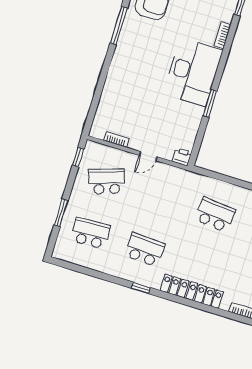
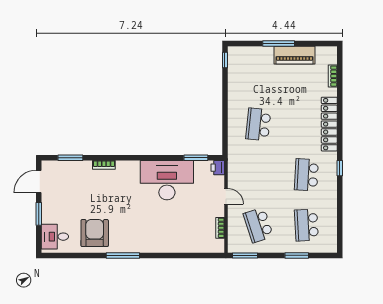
desk: (193, 72) -> (167, 180), moved
window: (210, 103) -> (196, 158), moved
window: (78, 157) -> (245, 255), width x1.50

